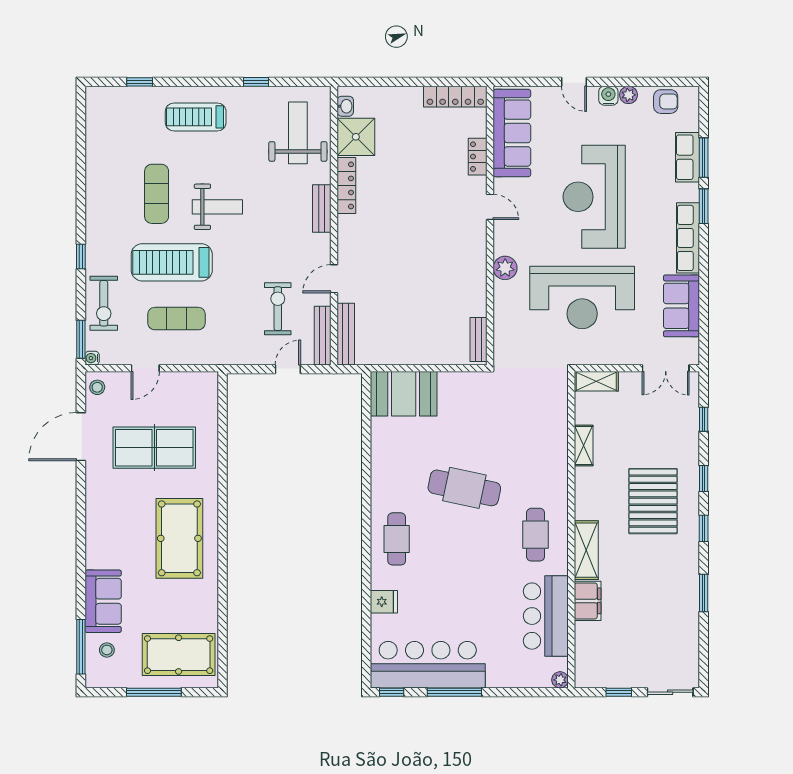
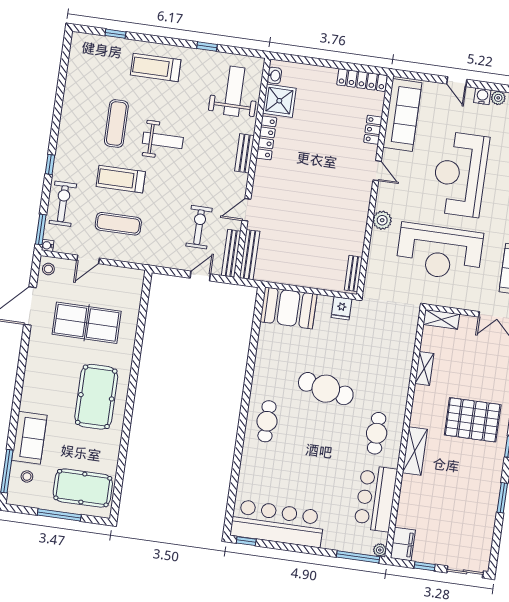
treadmill: (172, 262) -> (121, 179), width x0.73, depth x0.73
exercise bike: (104, 303) -> (63, 204), turned 180
pallet: (653, 501) -> (473, 420), turned 90
filing cabinet: (588, 601) -> (403, 544), moved
fridge: (384, 602) -> (342, 308), moved, turned 90
window: (454, 692) -> (358, 557), moved

